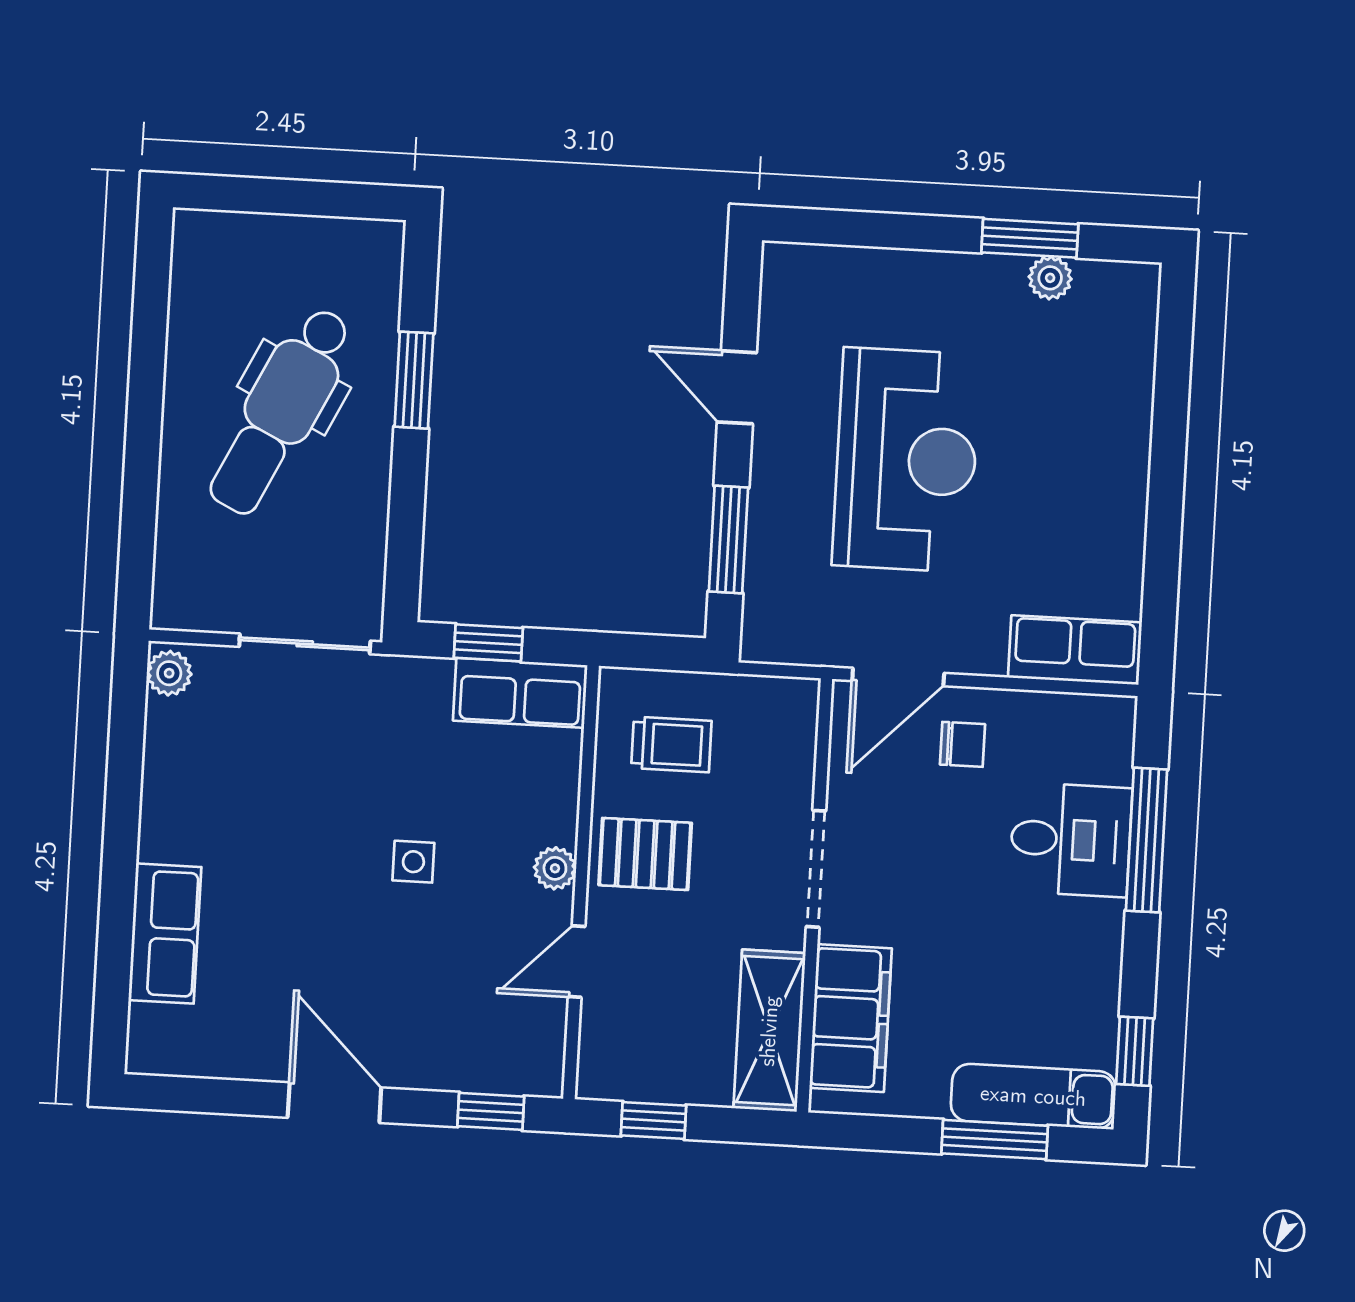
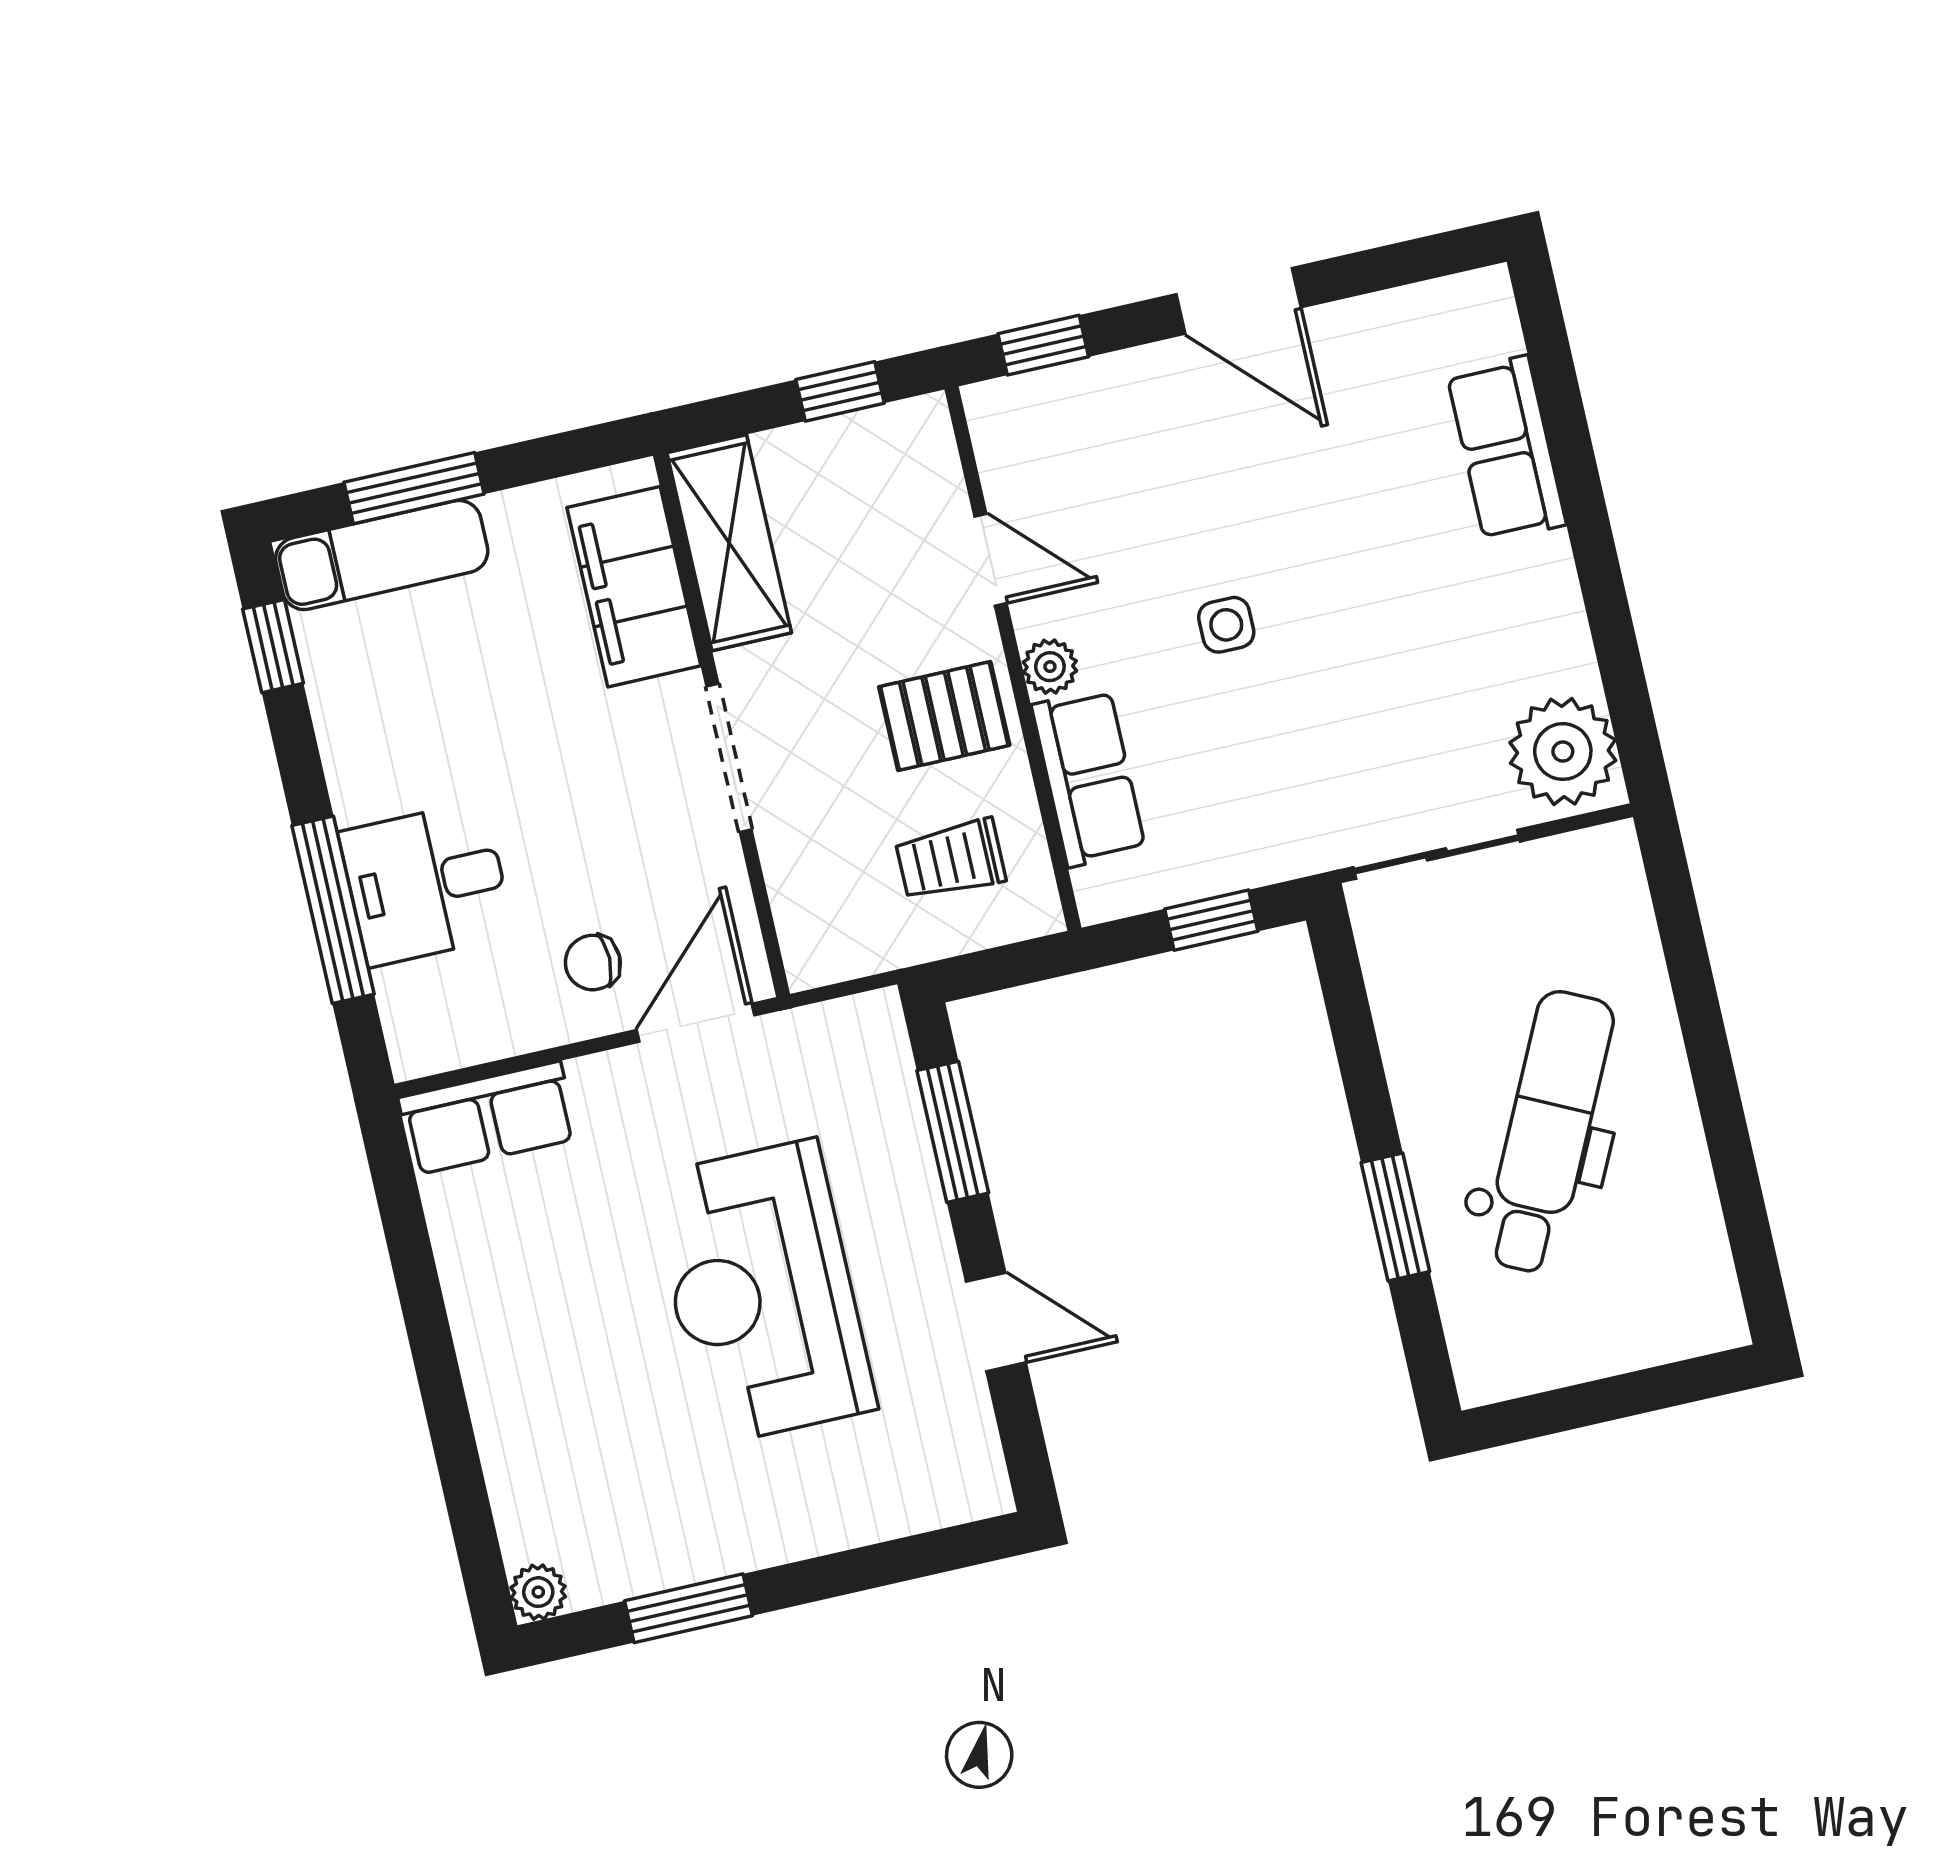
plant: (1050, 278) -> (538, 1592), moved
plant: (169, 673) -> (1563, 752), width x1.88, depth x1.88
row of seats: (520, 693) -> (1089, 778), moved, turned 90
door: (577, 961) -> (991, 560), hinge flipped

